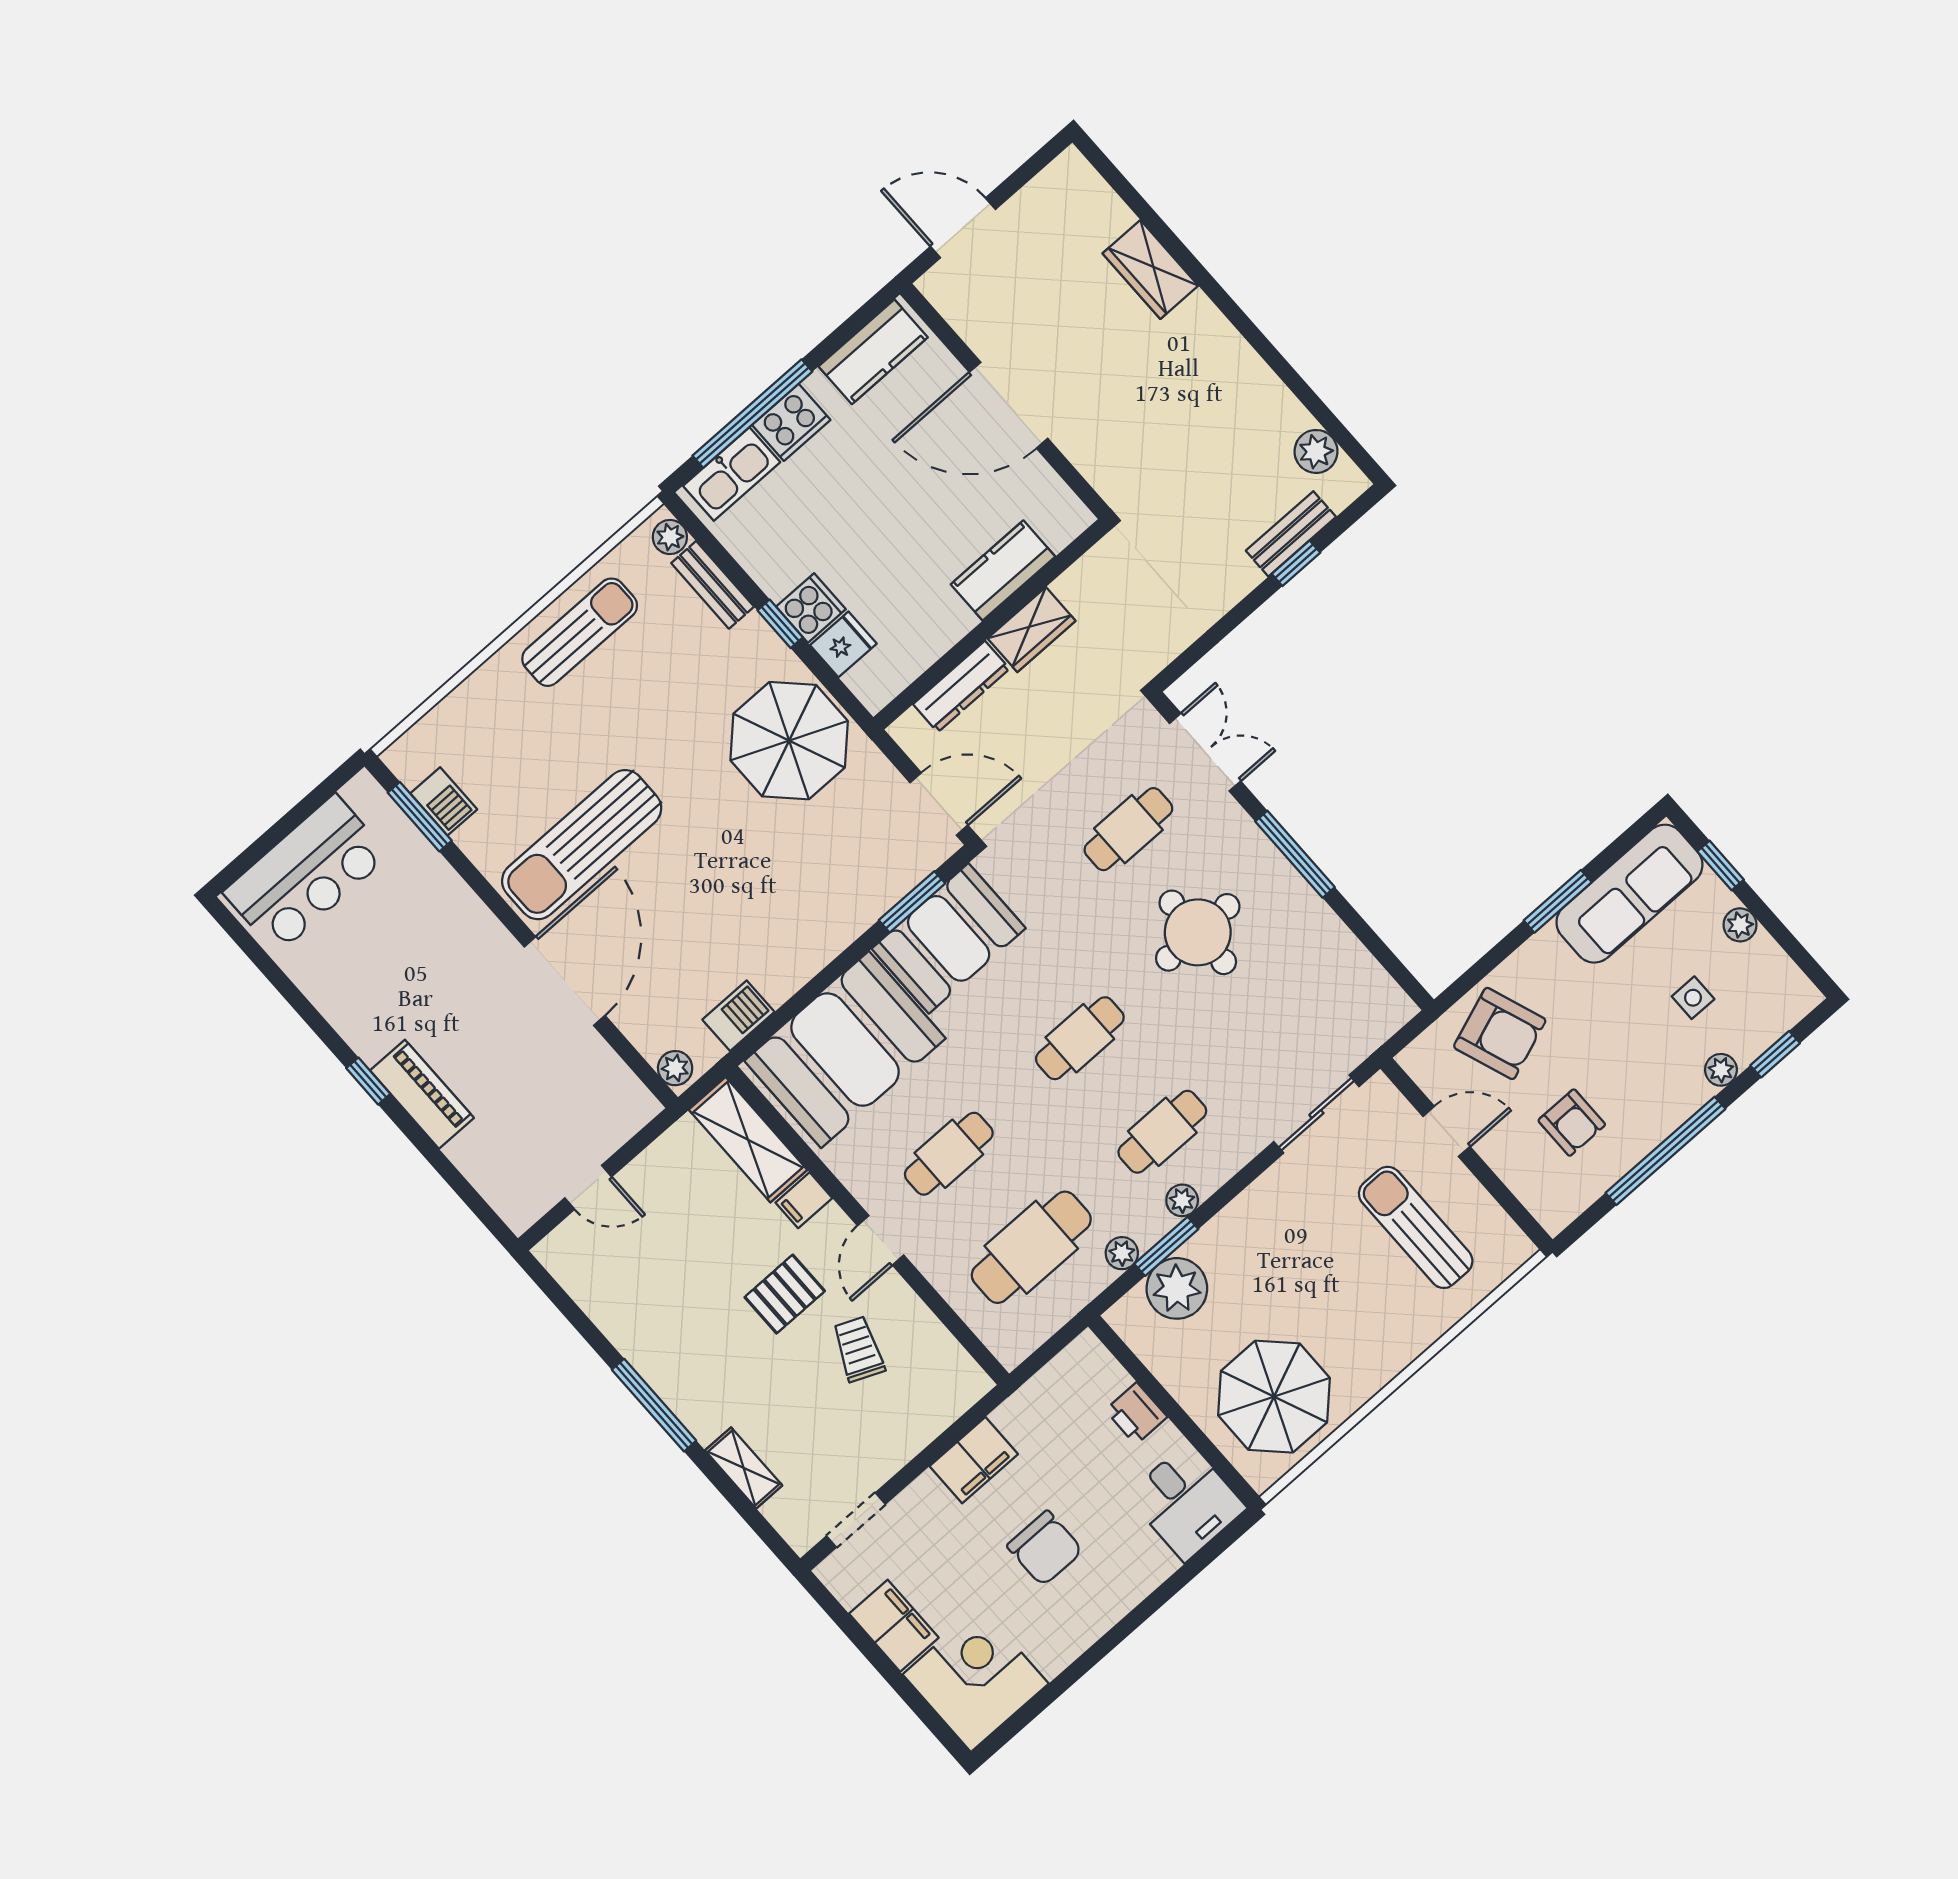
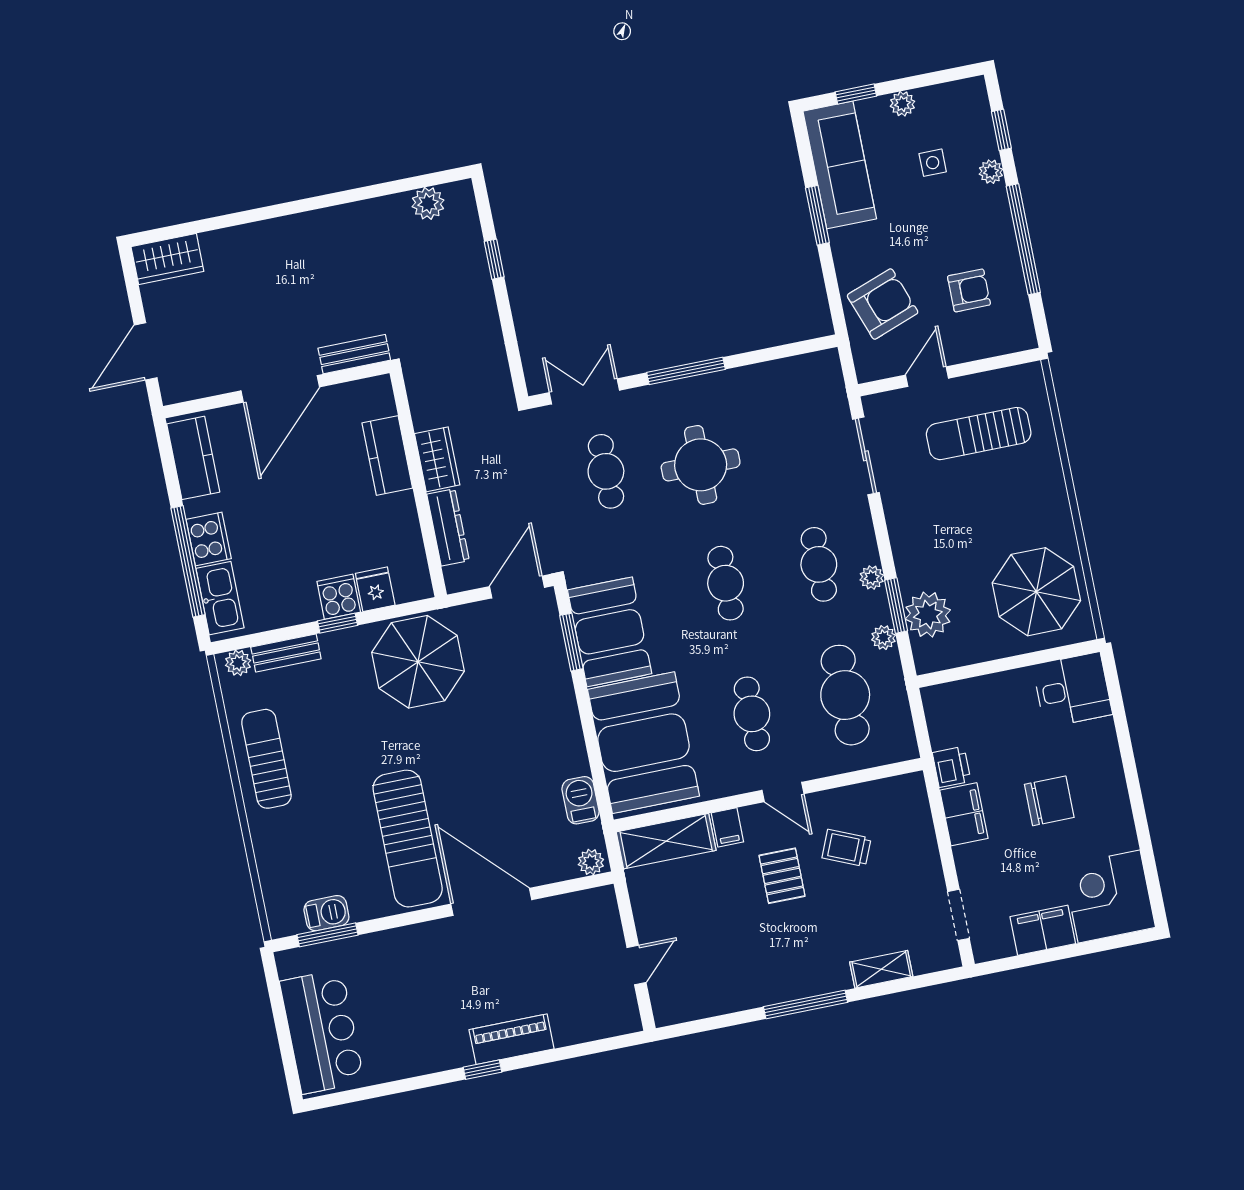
wardrobe: (1150, 270) -> (167, 259), moved
bench: (1291, 534) -> (354, 354), moved, turned 90
printer: (1136, 1414) -> (952, 767), moved, turned -90

